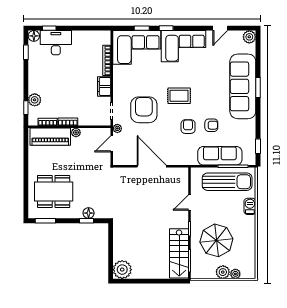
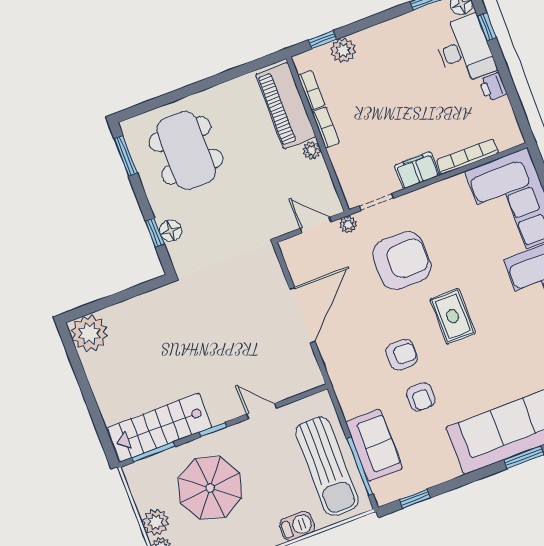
printer: (78, 36) -> (493, 87), added
sofa: (220, 156) -> (374, 445), width x0.73

